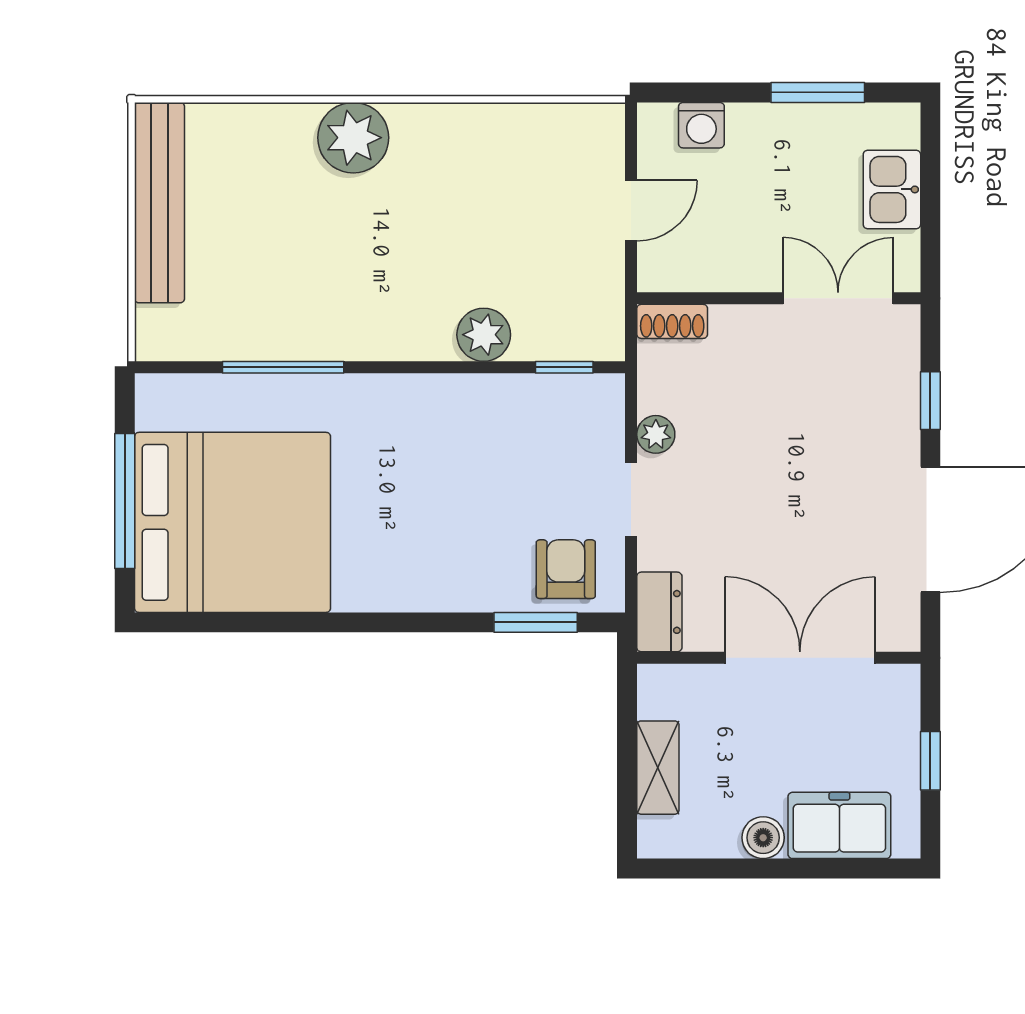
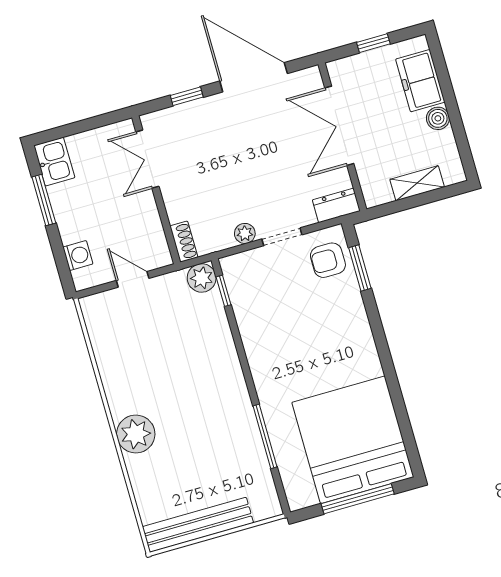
kitchen sink: (892, 189) -> (54, 162), moved, turned -90
plant: (484, 335) -> (202, 278), moved

